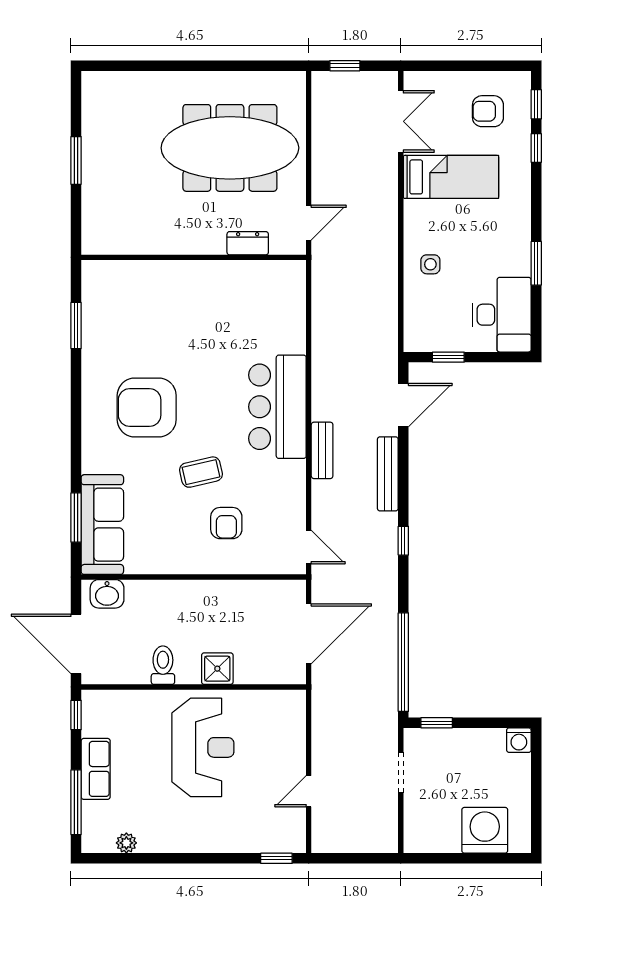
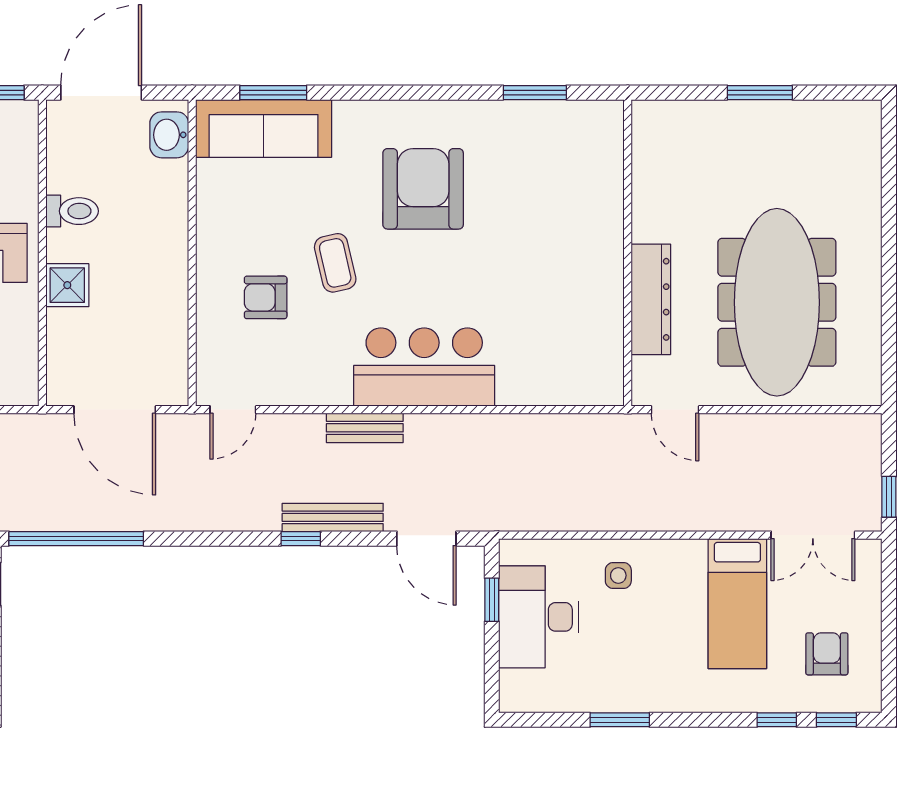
window: (345, 66) -> (889, 497), moved
dresser: (248, 243) -> (651, 299), width x1.96, depth x1.24
desk: (502, 315) -> (539, 617), moved, turned 90
window: (403, 541) -> (301, 539), moved

